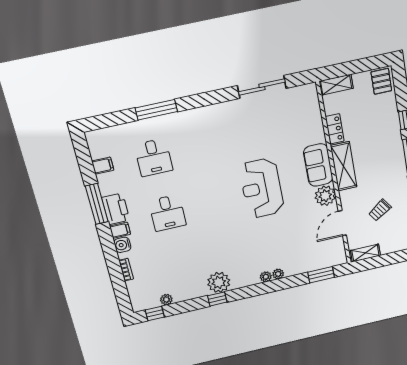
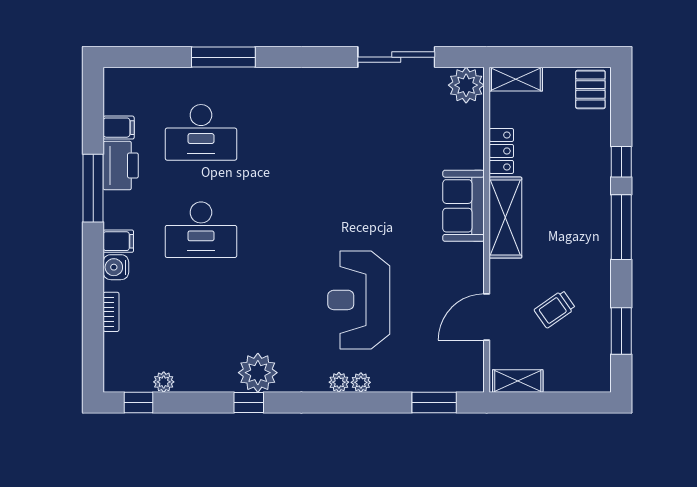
desk: (154, 157) -> (201, 132), width x1.37
reception desk: (262, 188) -> (359, 300), moved
plant: (325, 196) -> (466, 85), moved
printer: (116, 209) -> (121, 166), moved
desk: (167, 213) -> (201, 230), width x1.37

